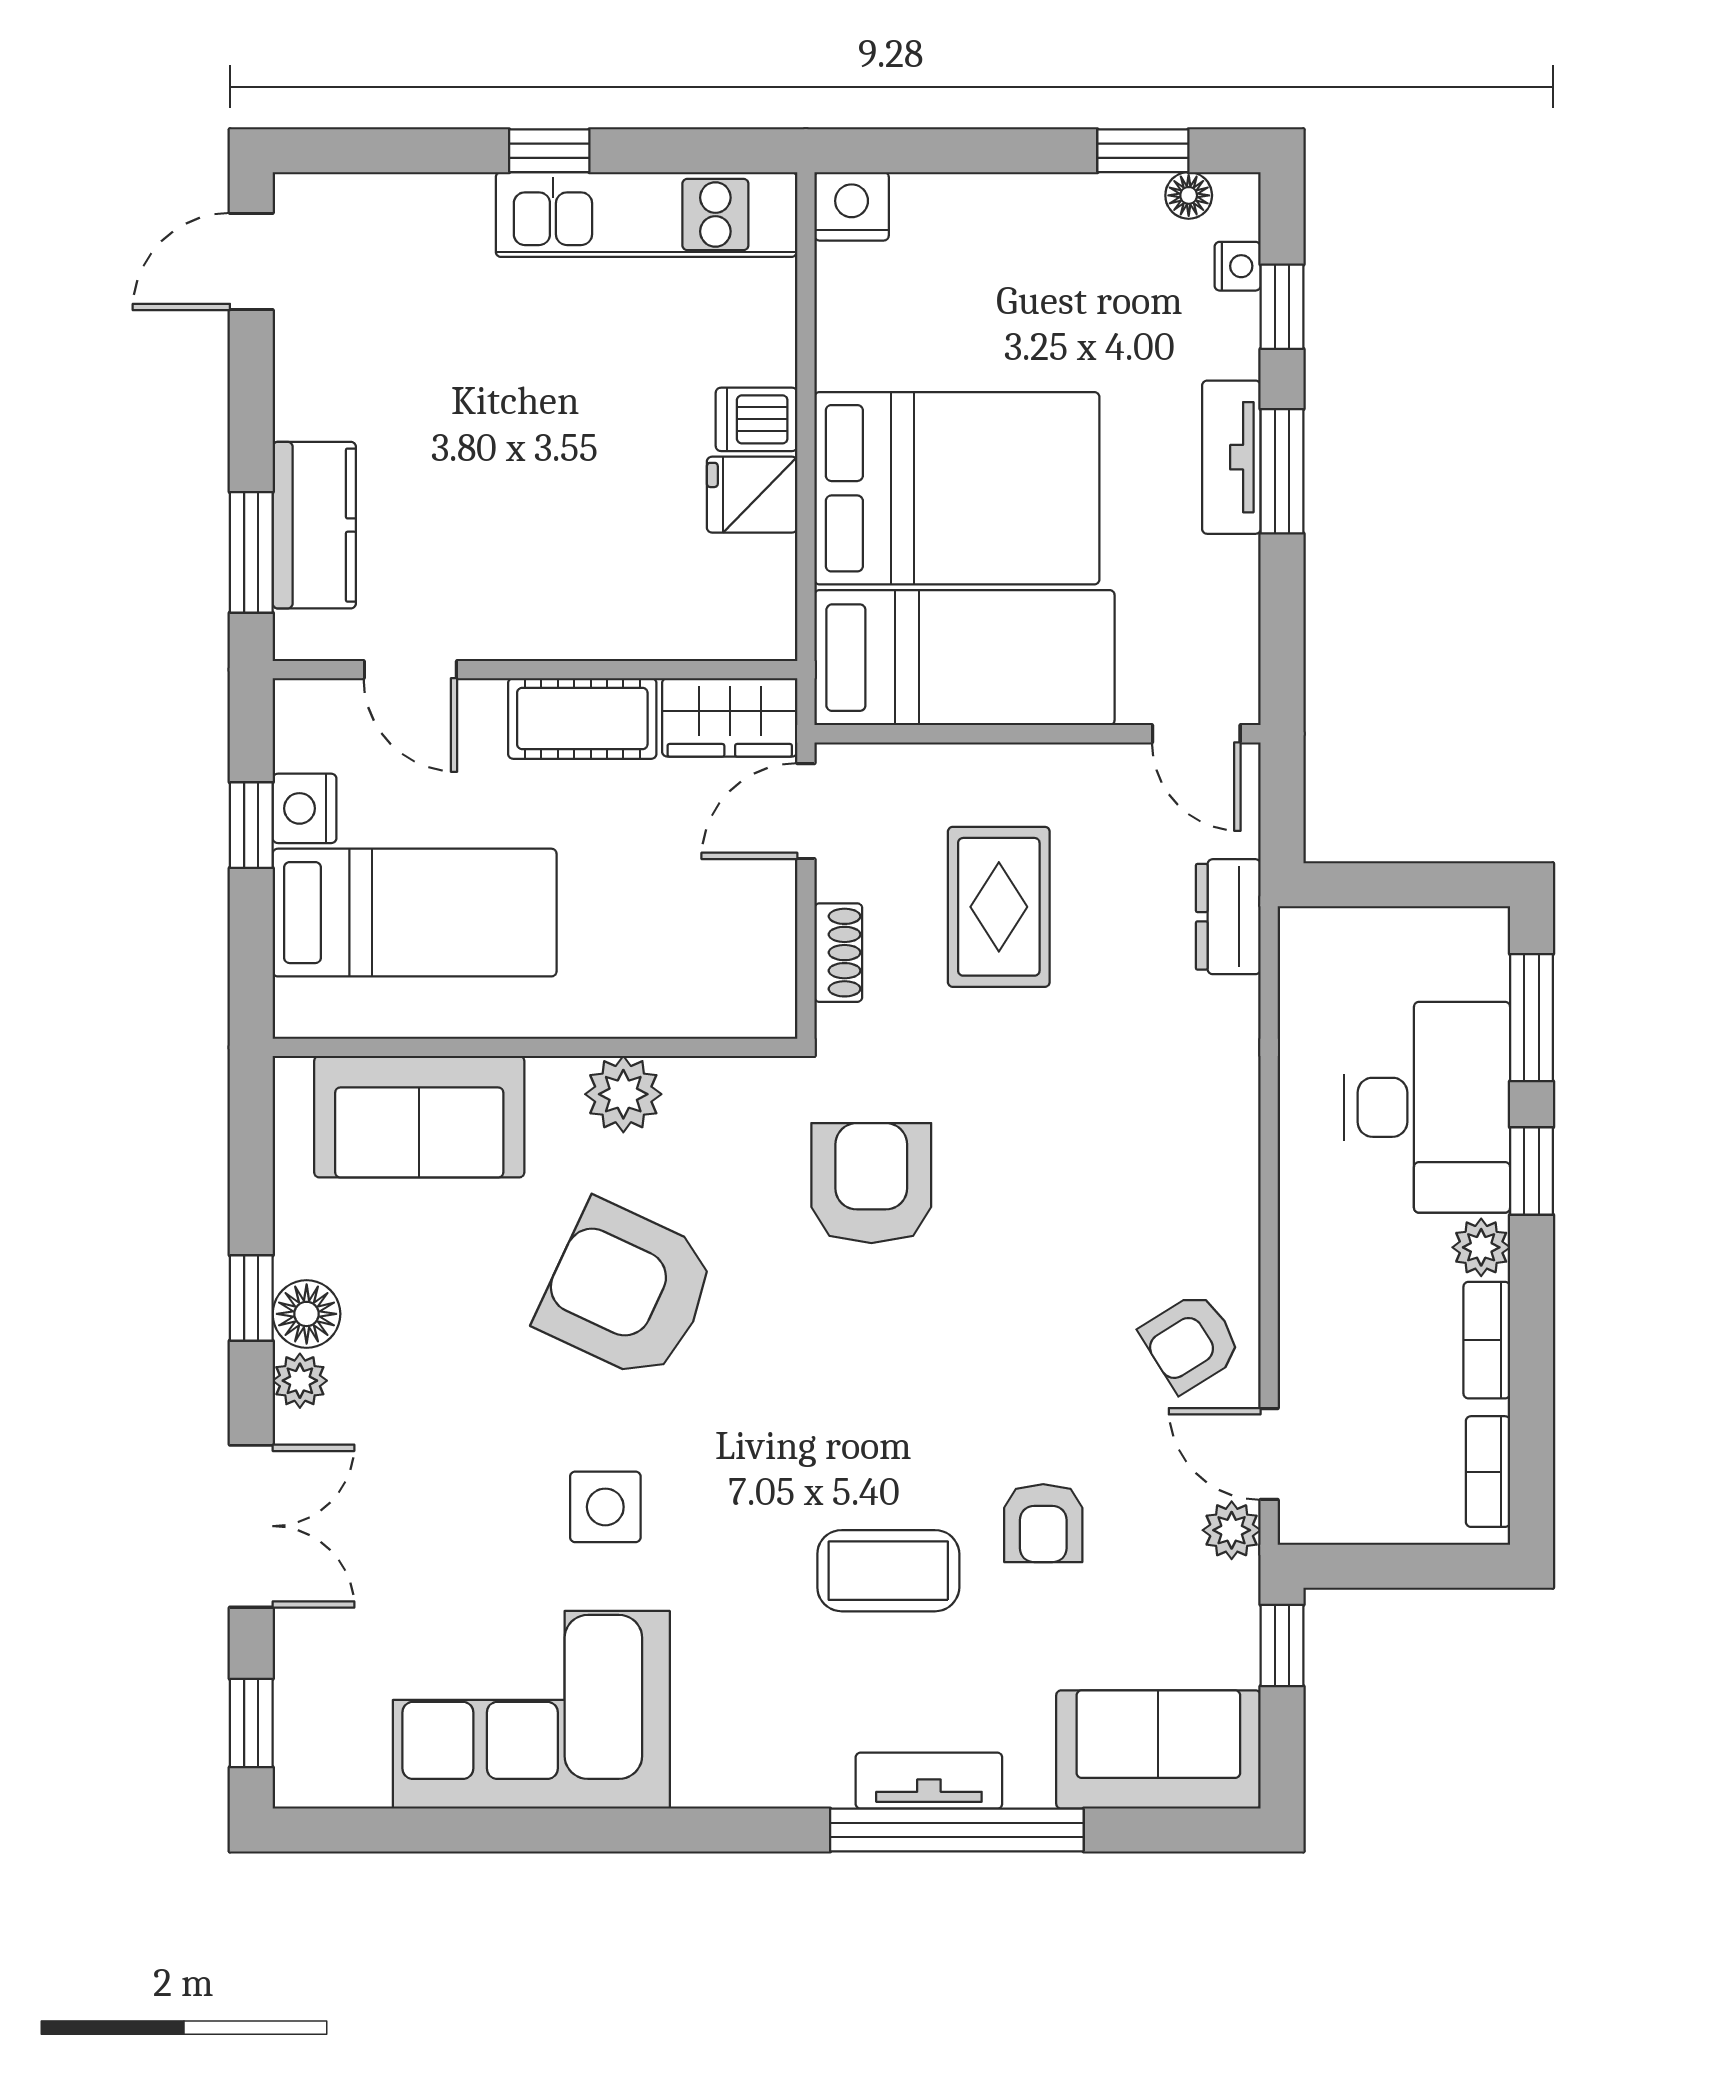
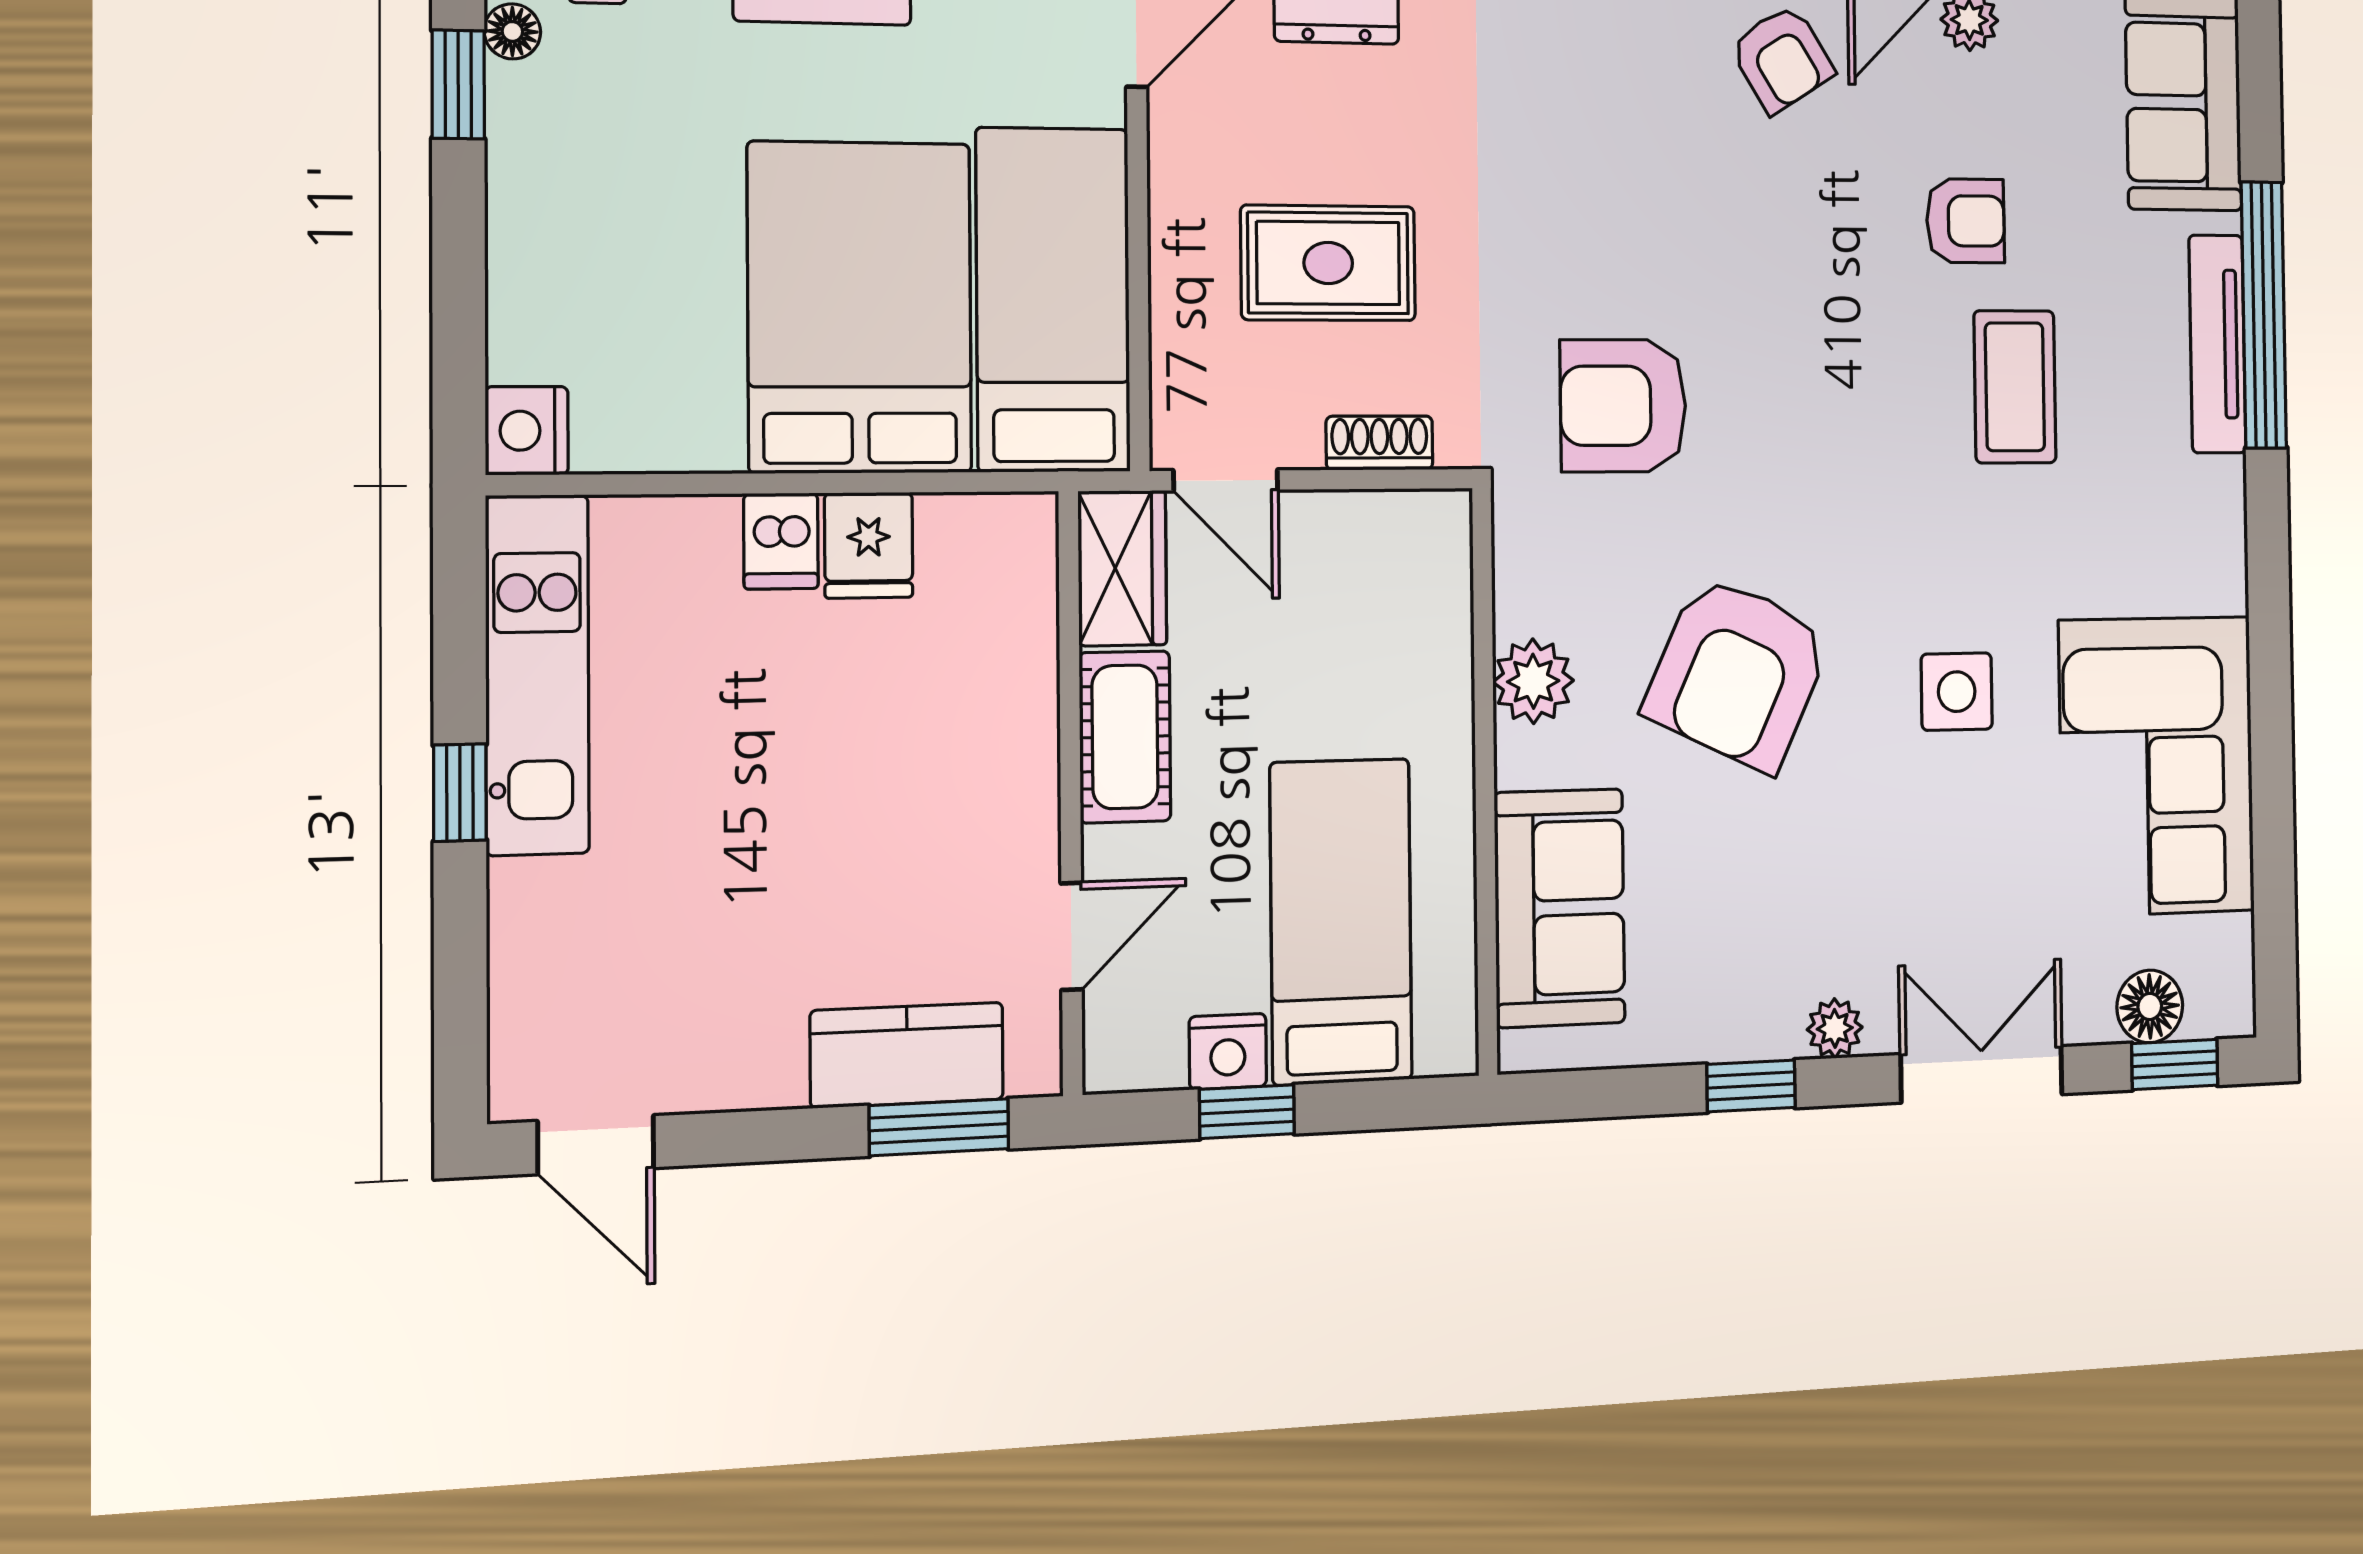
floor lamp: (307, 1314) -> (2150, 1006), moved
tv unit: (929, 1781) -> (2217, 344), width x1.41

